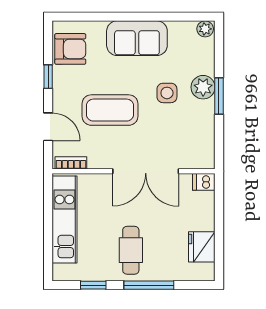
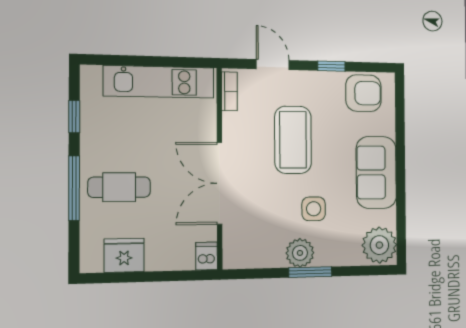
plant: (205, 29) -> (379, 245), width x1.87, depth x1.87
armchair: (70, 49) -> (363, 93), turned -90
plant: (203, 87) -> (300, 253), moved
door: (48, 127) -> (273, 65), swing flipped
cafe table: (131, 250) -> (119, 187), moved

